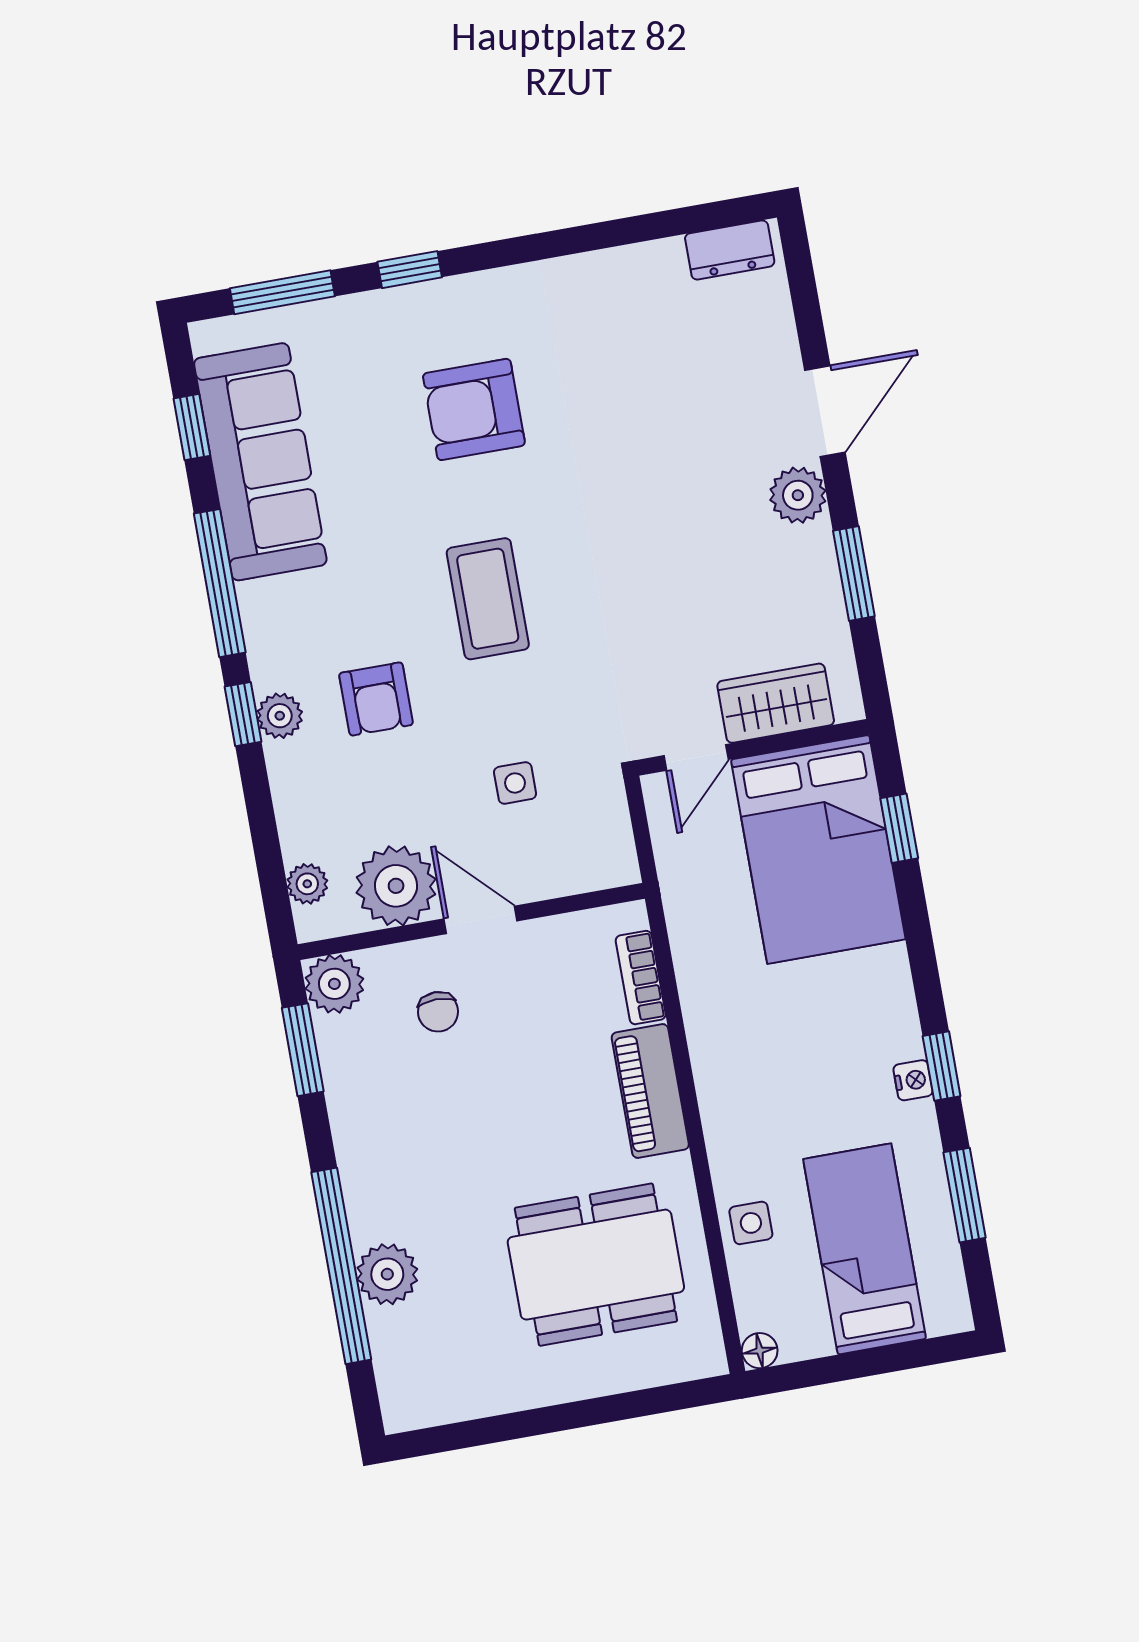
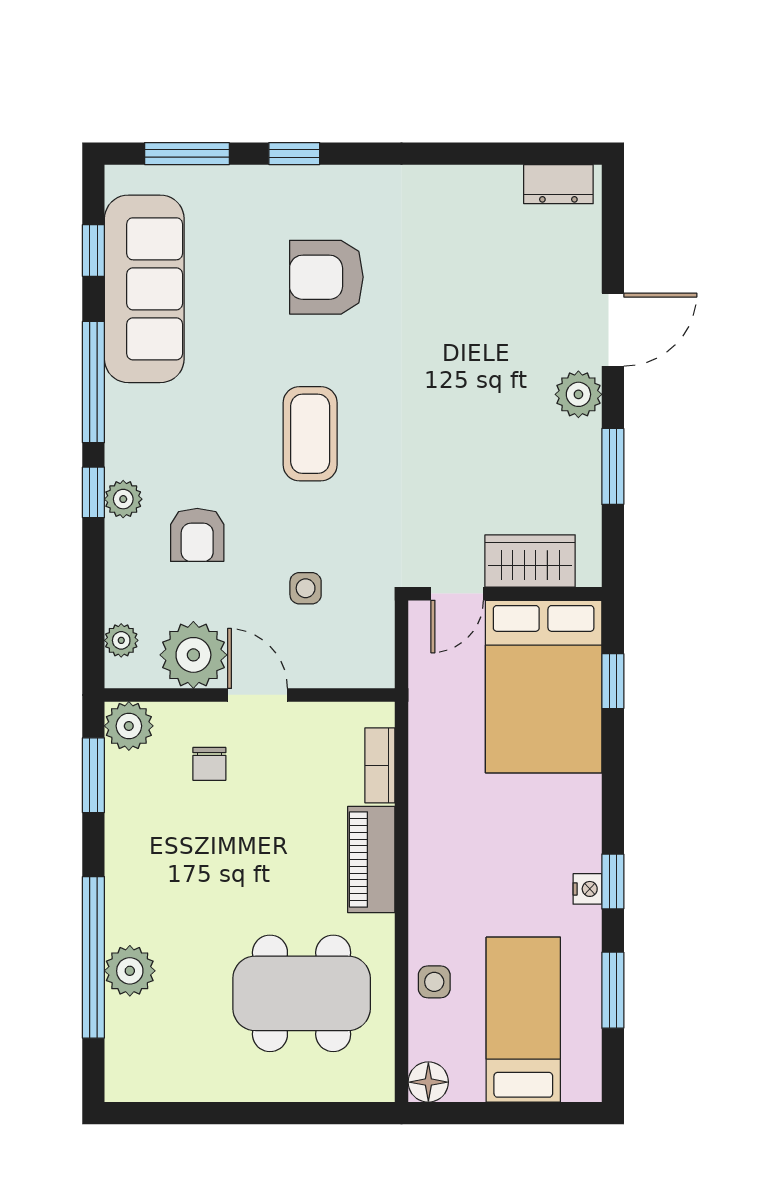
armchair: (376, 699) -> (197, 535), moved
floor lamp: (760, 1351) -> (428, 1082), width x1.37, depth x1.37

